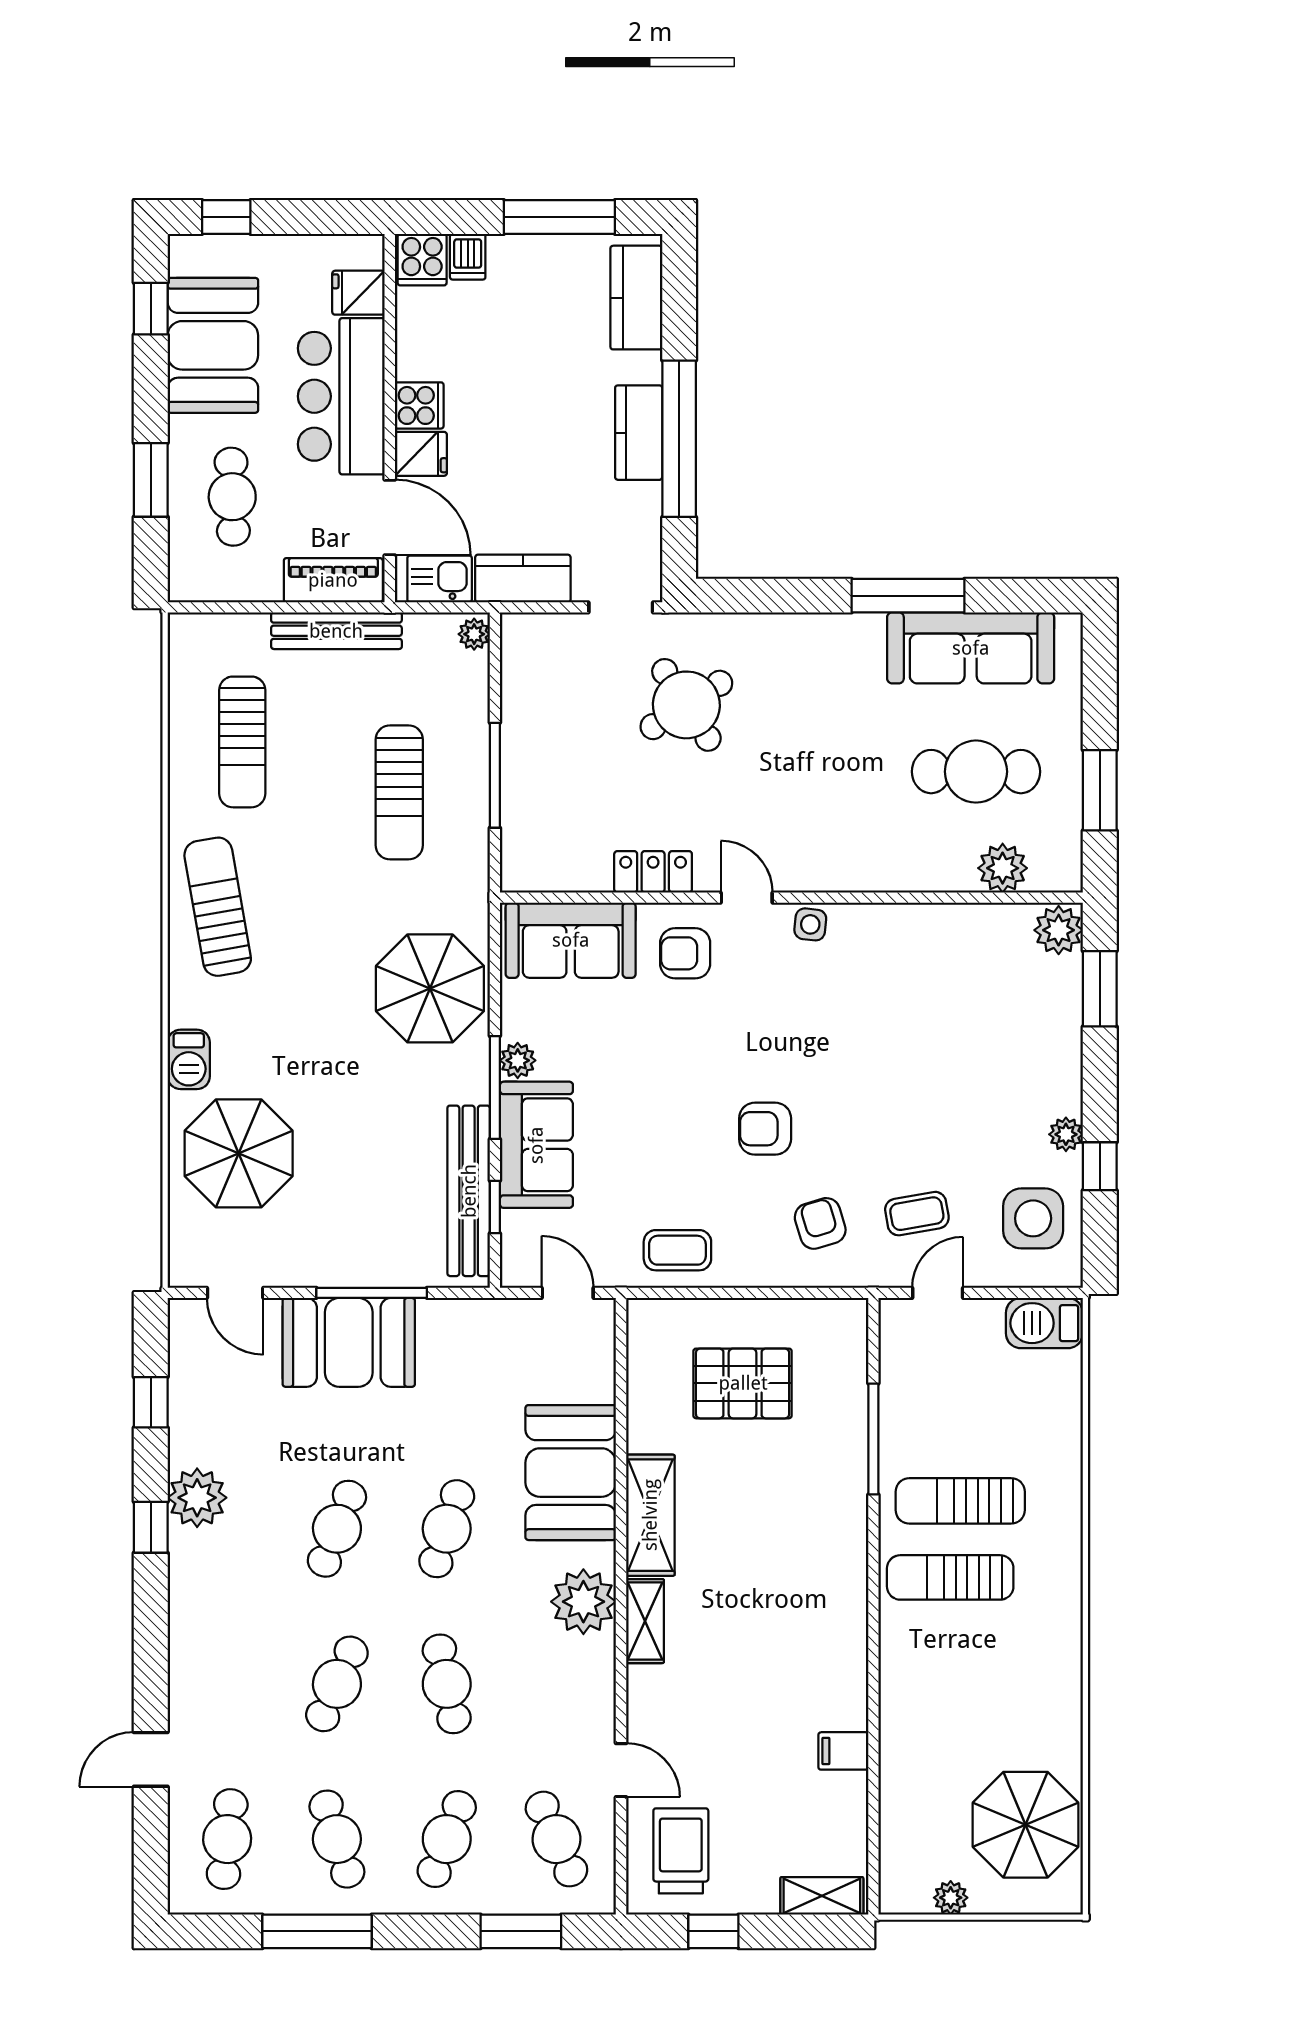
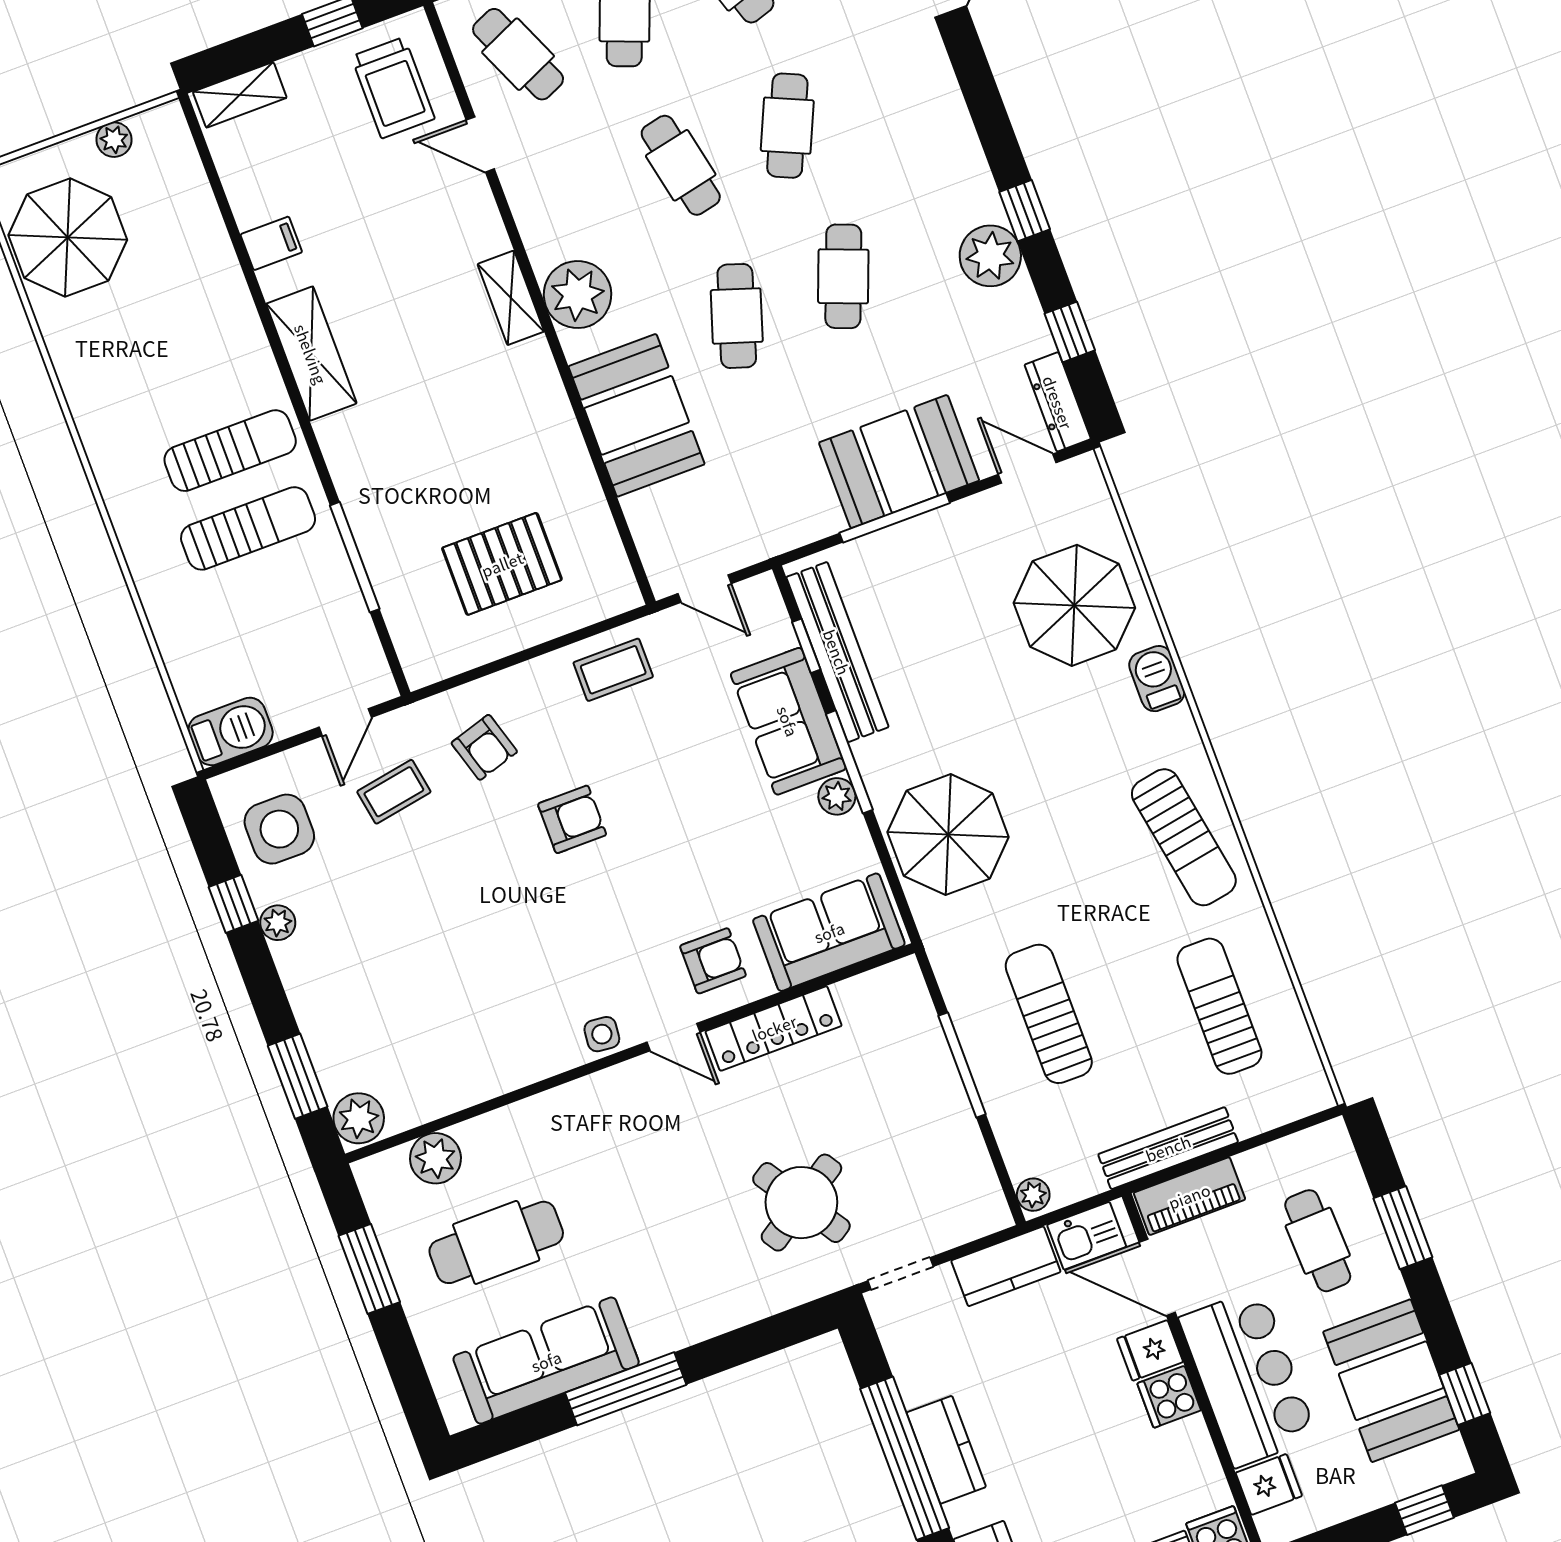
locker: (653, 872) -> (774, 1028), width x1.53
dresser: (185, 1343) -> (1058, 402), added
shelving: (650, 1515) -> (311, 354), moved

